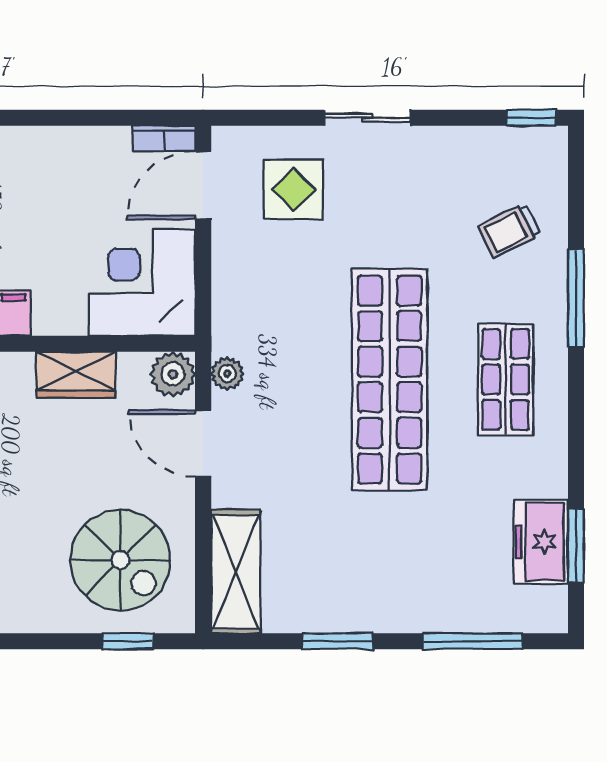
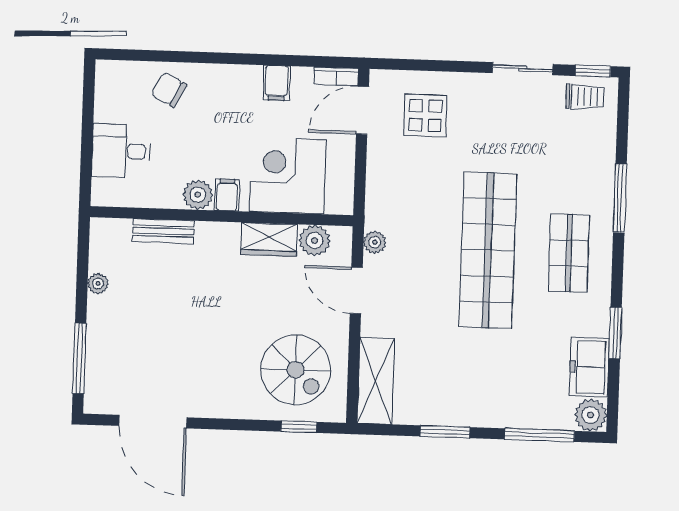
sliding door: (367, 118) -> (523, 69), moved
filing cabinet: (79, 151) -> (277, 83), added
trolley: (509, 230) -> (585, 97), moved, turned -153
corner desk: (142, 283) -> (288, 176), moved
plant: (173, 374) -> (315, 241), moved
window: (576, 546) -> (615, 333), moved
plant: (545, 610) -> (591, 415), added

